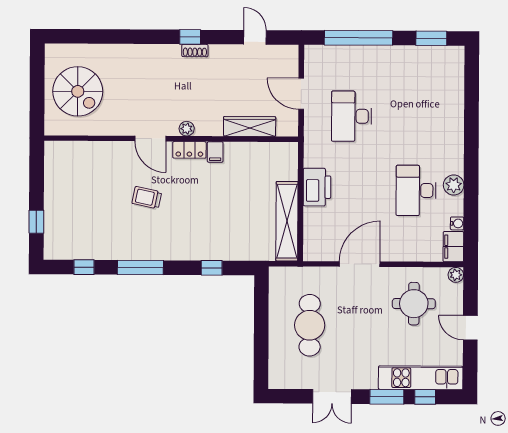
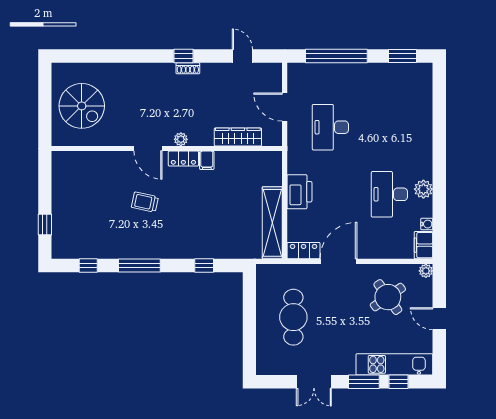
locker: (321, 252) -> (304, 251), added
round table: (414, 304) -> (388, 297), turned -35

